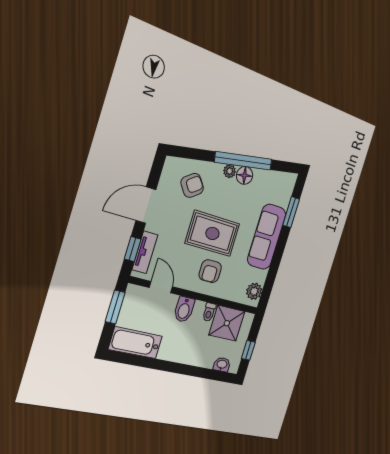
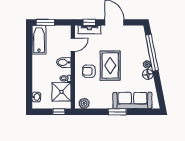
window: (243, 161) -> (152, 53), moved
armchair: (192, 185) -> (133, 45), removed
window: (291, 212) -> (117, 112), moved
sofa: (267, 237) -> (132, 101), moved
window: (115, 307) -> (45, 22), moved
window: (248, 350) -> (59, 112), moved

